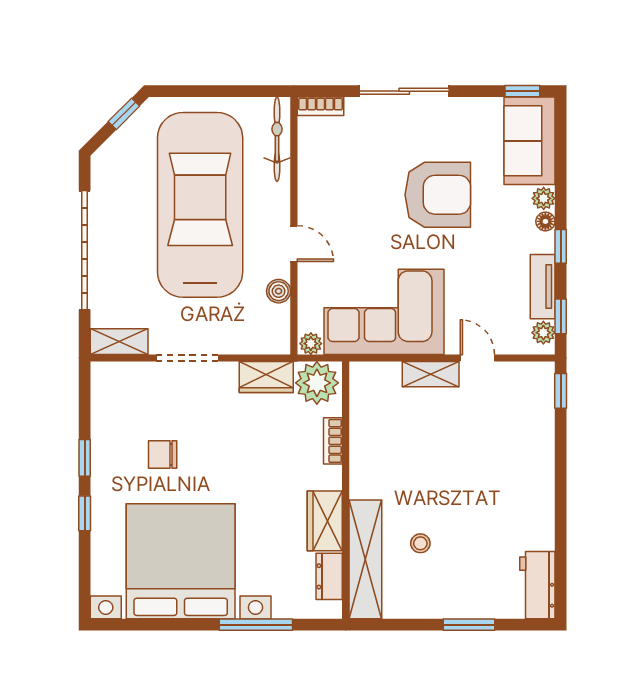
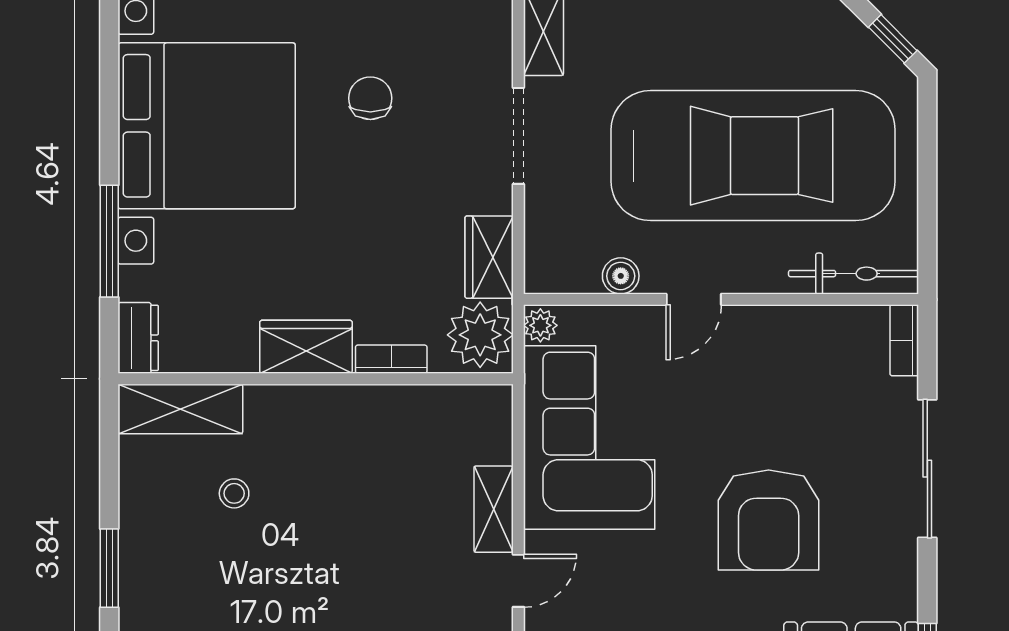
wardrobe: (325, 521) -> (306, 347), moved
shelving: (365, 559) -> (180, 409), width x0.68
dresser: (329, 576) -> (138, 338), moved, turned 90

